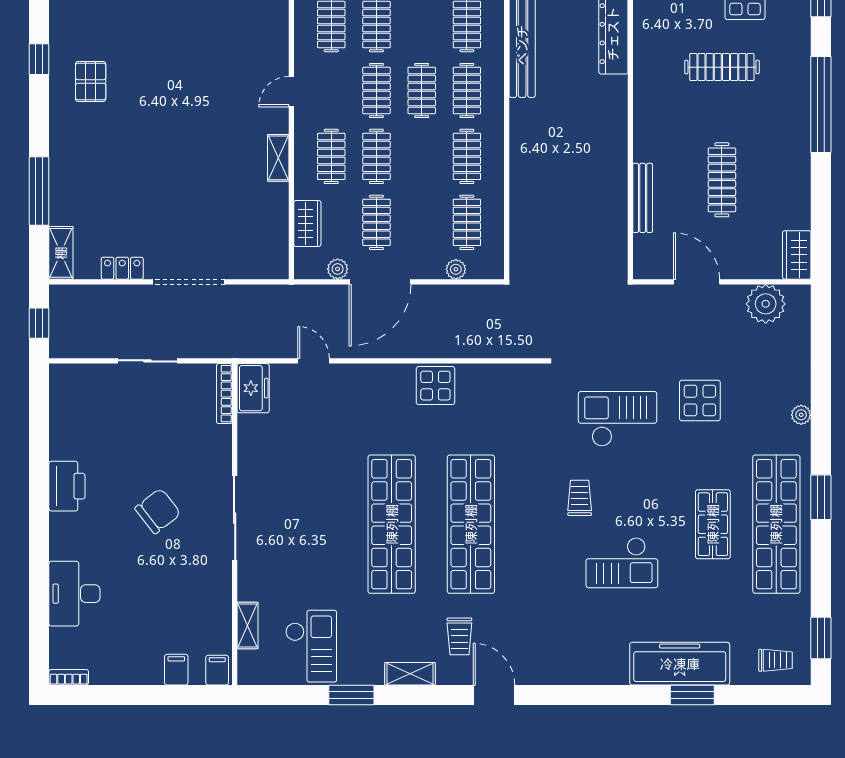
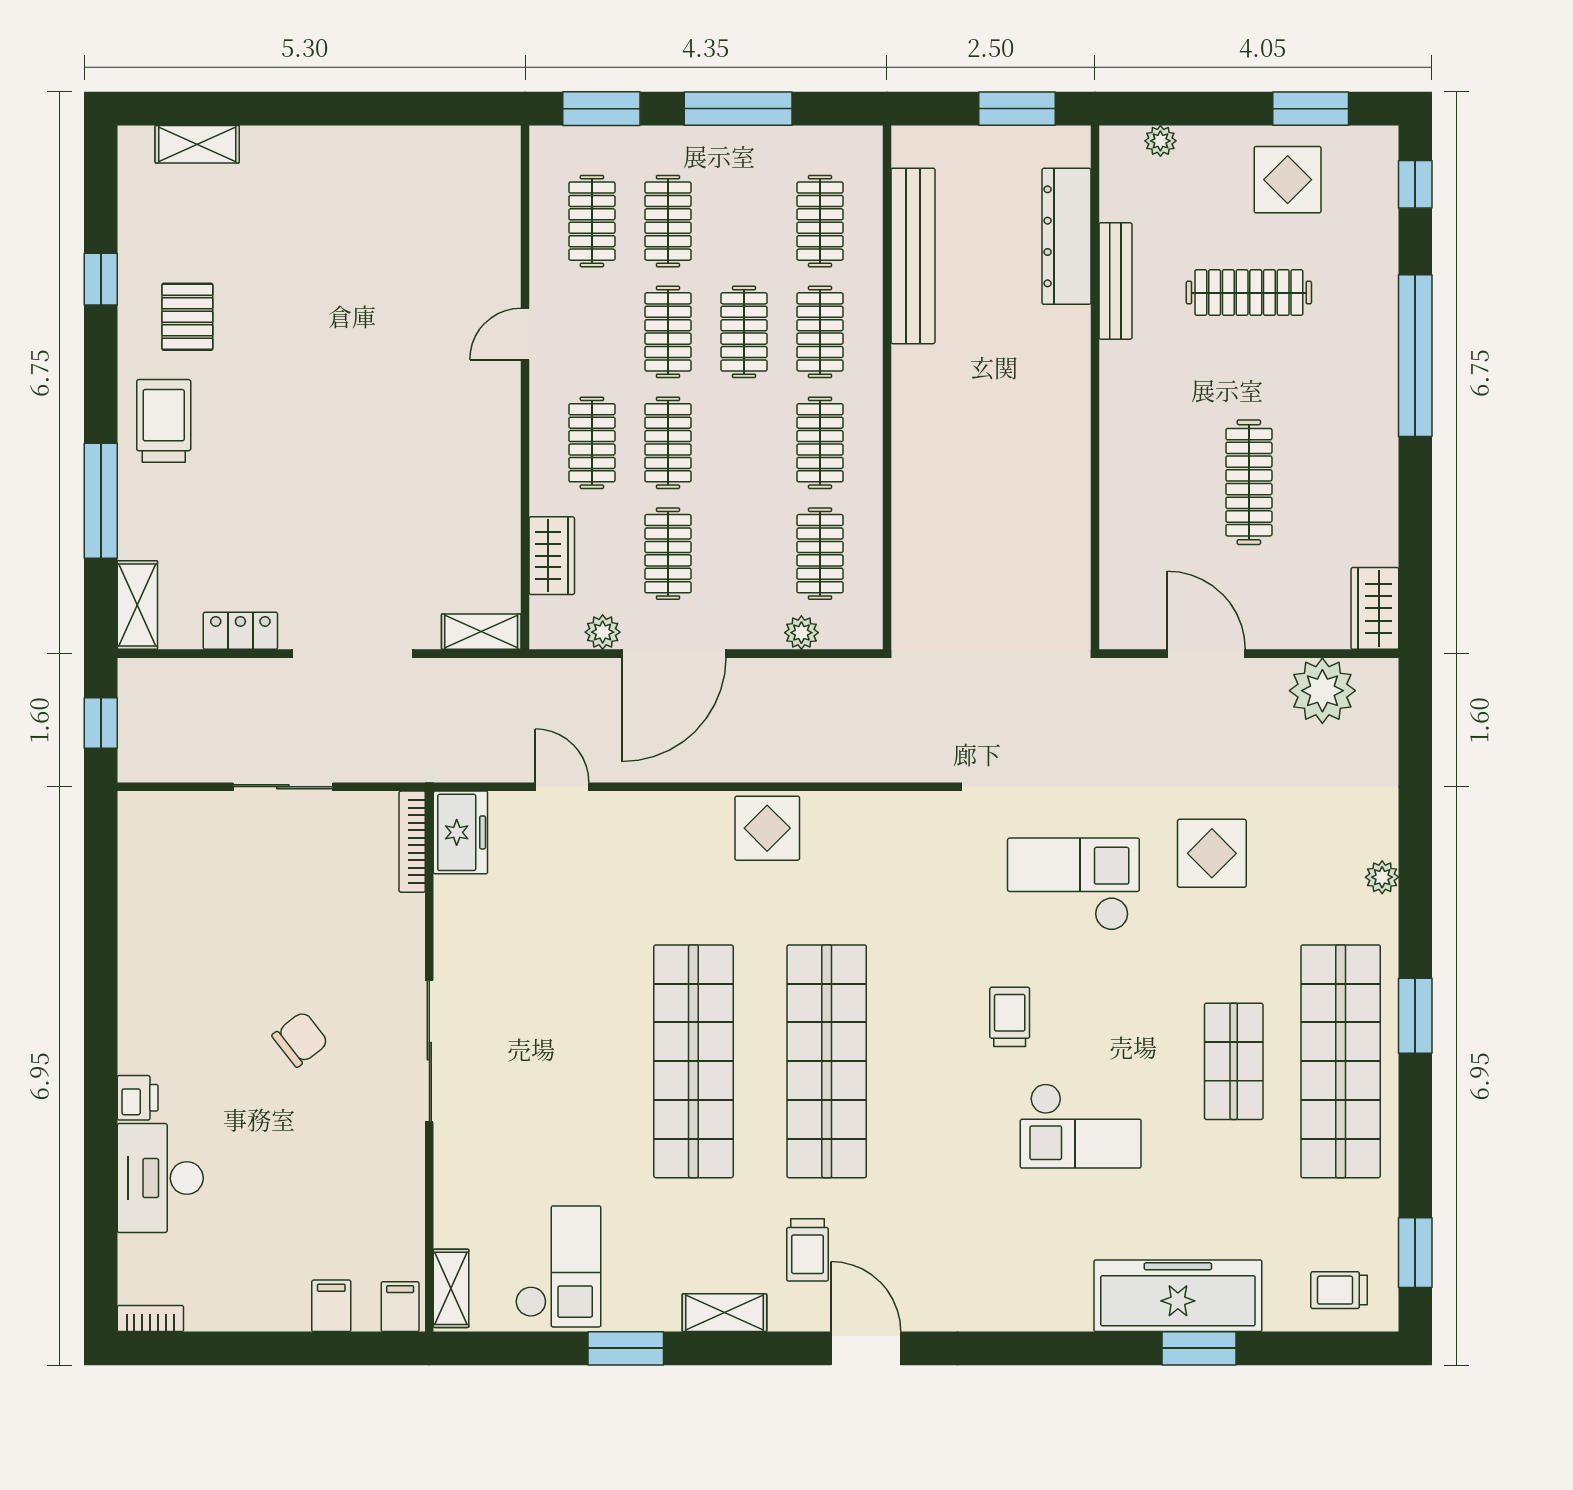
trolley: (77, 143) -> (164, 421), added
shelving: (278, 158) -> (481, 632), moved, turned 90
bench: (643, 198) -> (1115, 281), moved
printer: (67, 486) -> (138, 1098), moved, width x0.53, depth x0.68
chair: (158, 511) -> (300, 1039), width x0.73, depth x0.73
shelving: (247, 625) -> (451, 1288), moved
trolley: (776, 660) -> (1339, 1290), turned 180

